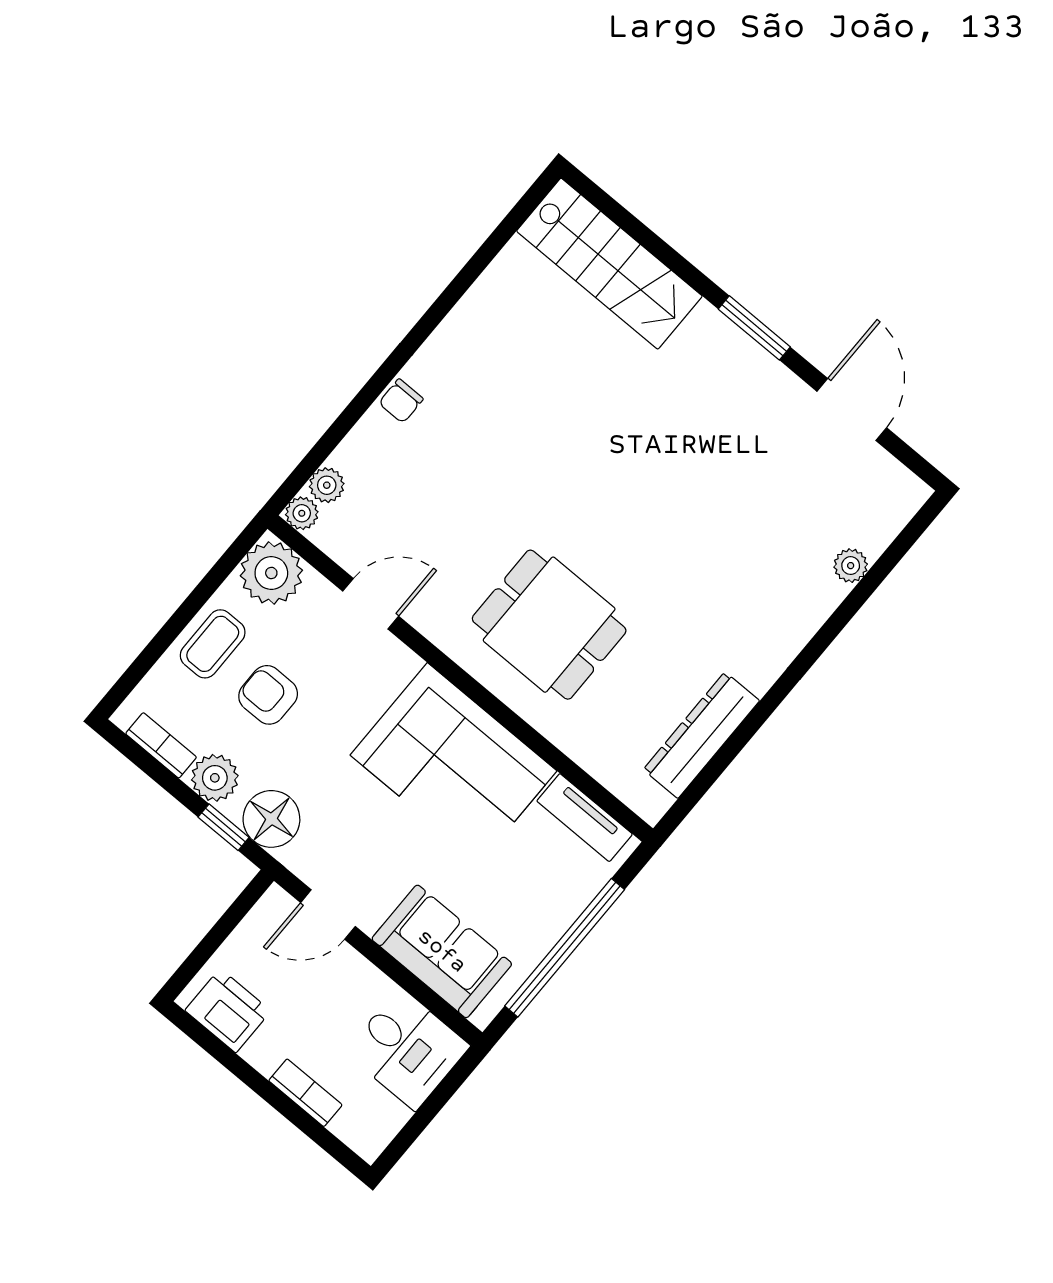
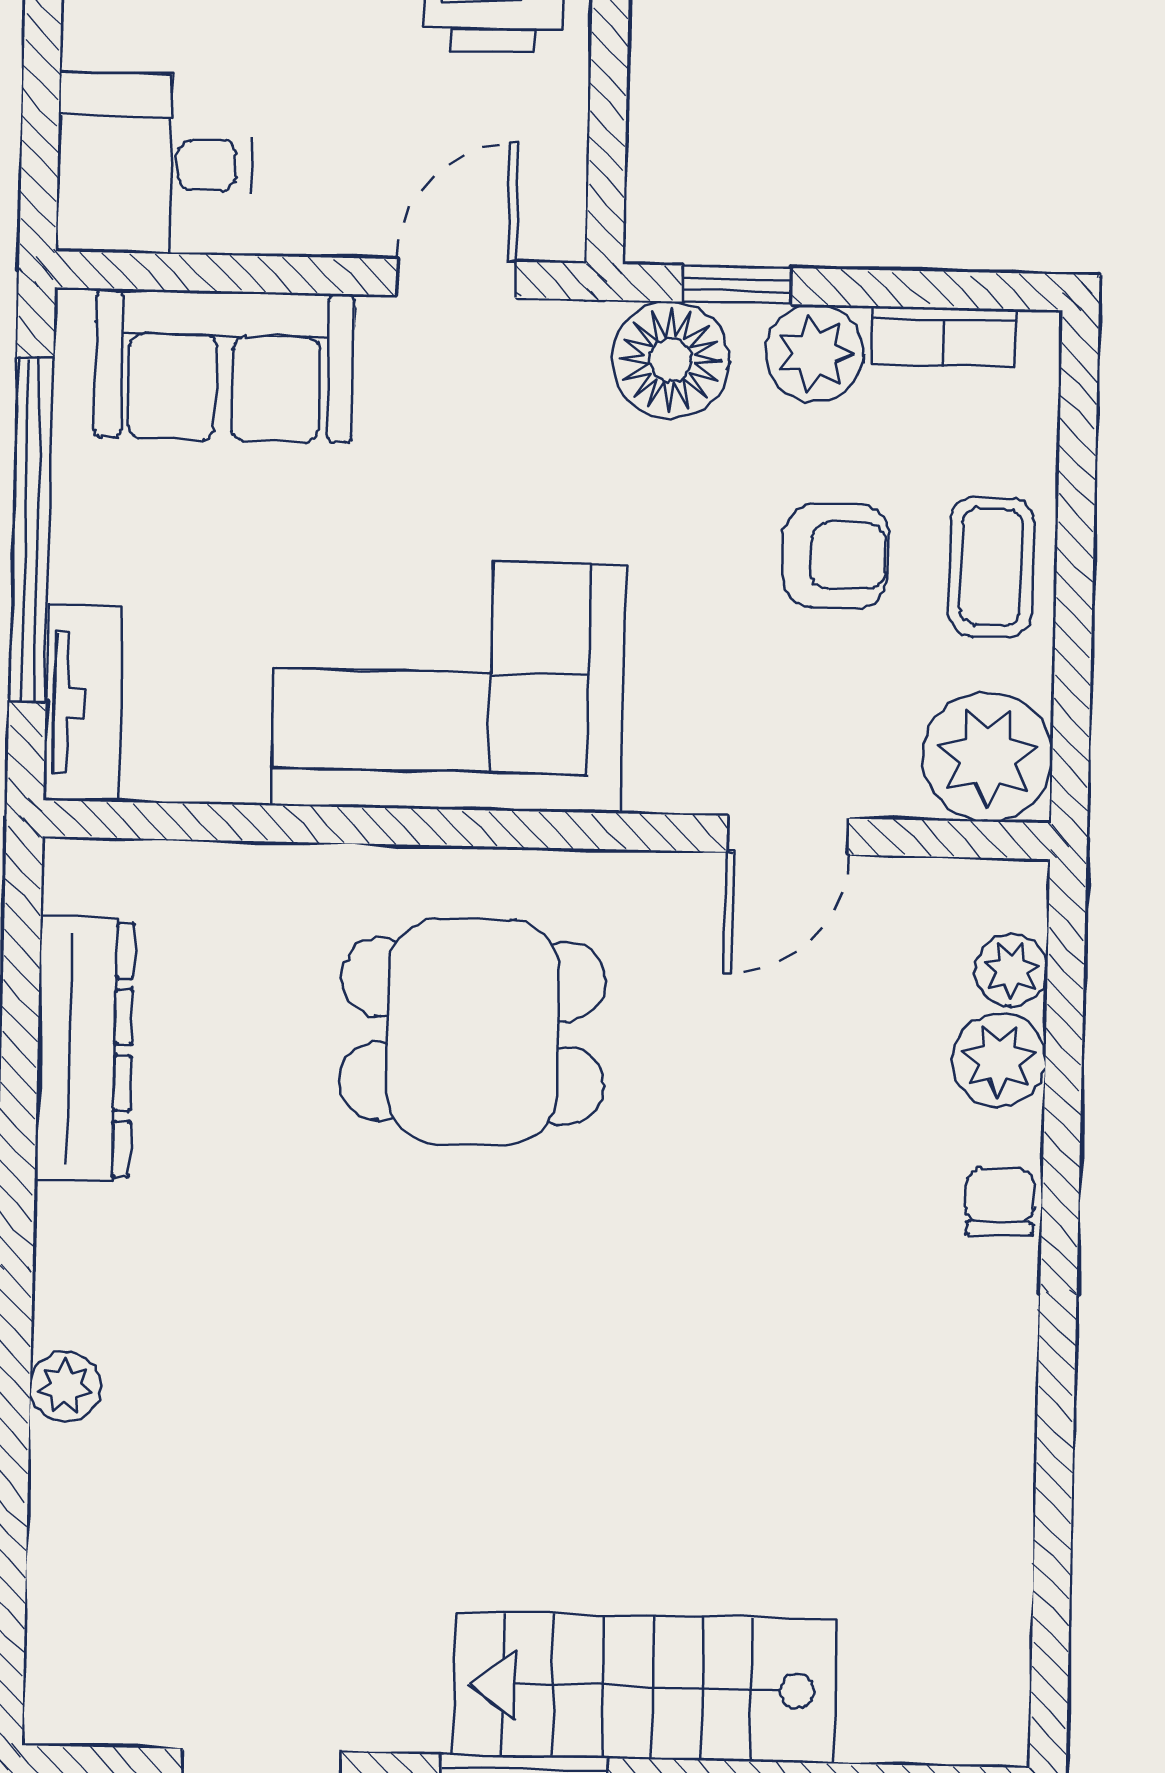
stairs: (609, 264) -> (645, 1687), moved
plant: (302, 513) -> (999, 1060), moved, width x1.38, depth x1.38
plant: (851, 566) -> (65, 1387), moved
tv unit: (585, 818) -> (83, 703), moved, turned 90

